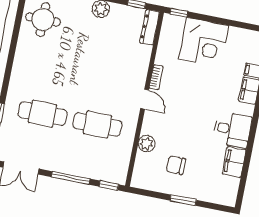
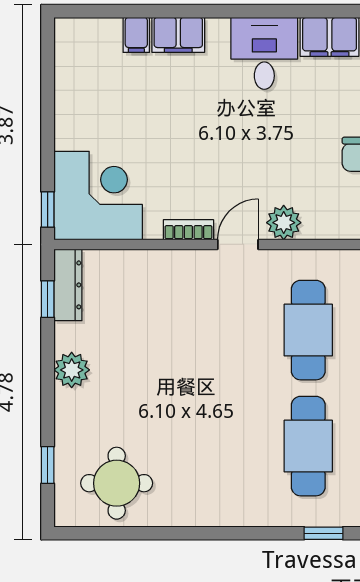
dresser: (150, 27) -> (68, 285), moved, turned -90
corner desk: (204, 42) -> (98, 196), moved
plant: (147, 144) -> (284, 223), moved

